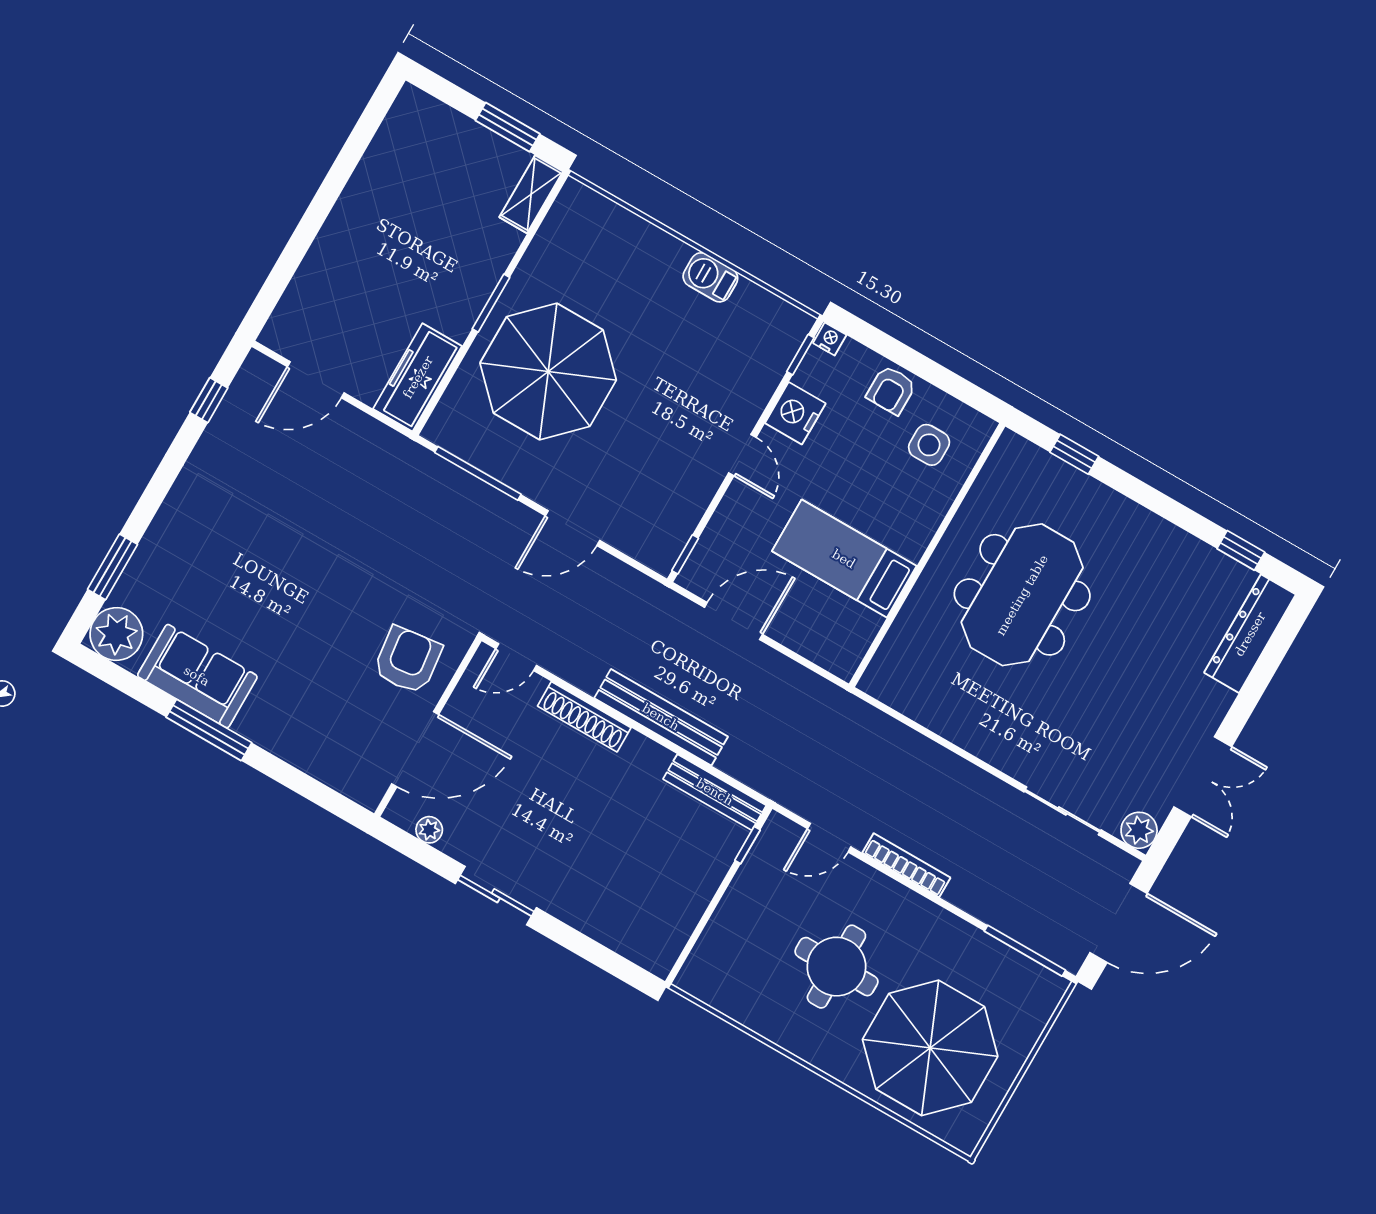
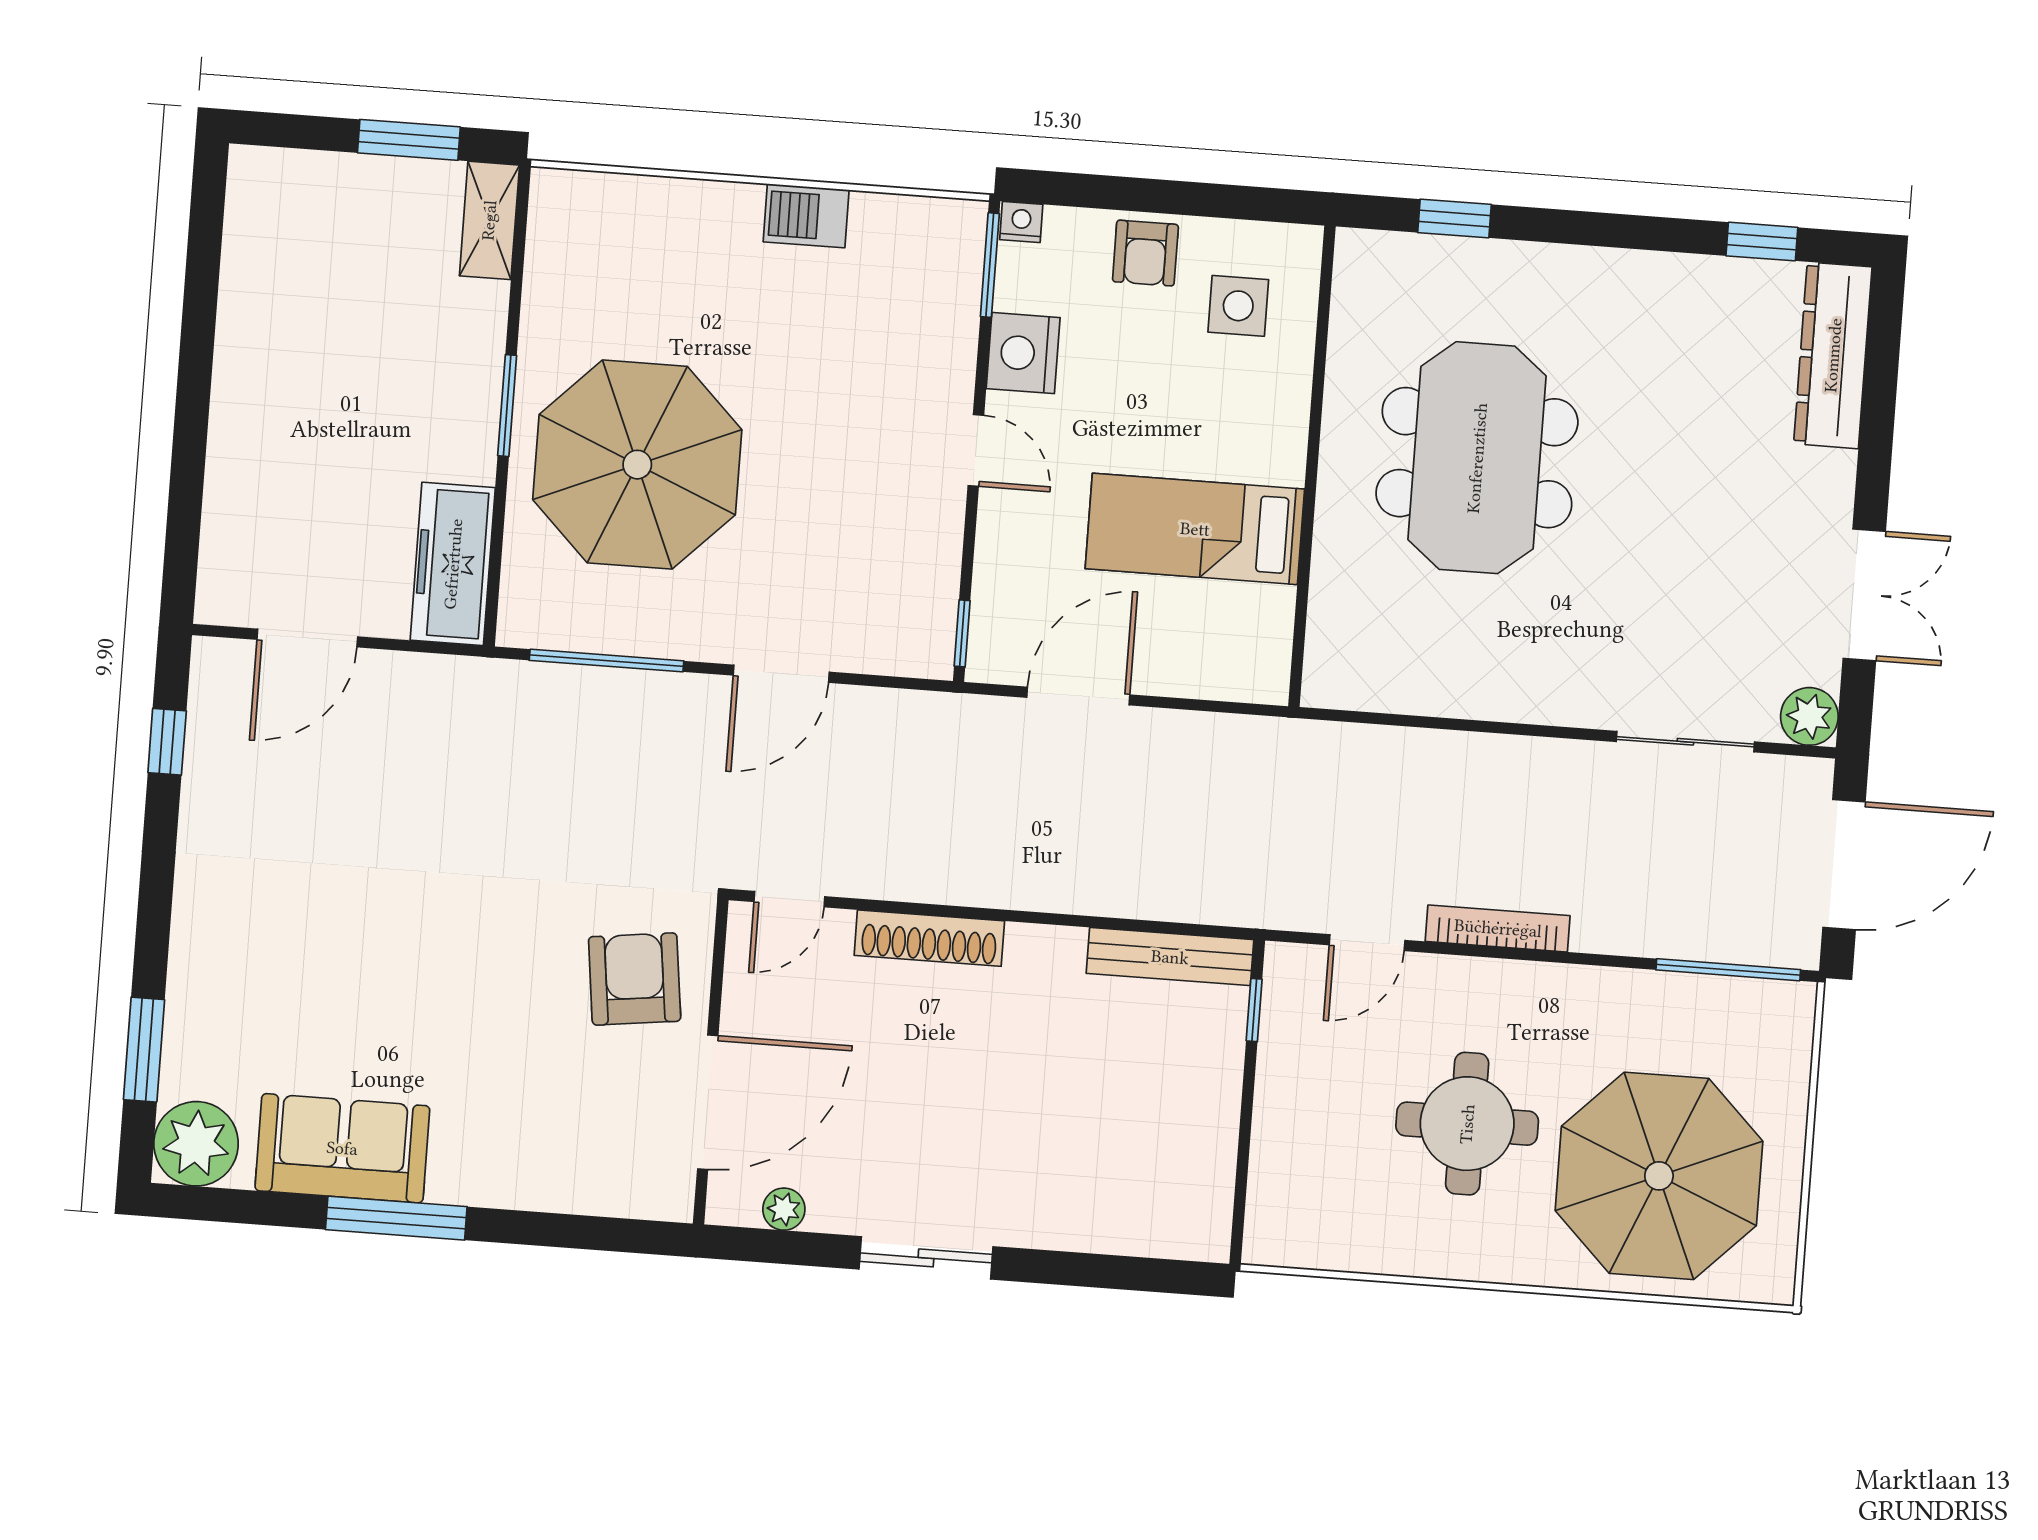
window: (800, 355) -> (990, 265), width x1.50
bench: (661, 717) -> (1041, 885), removed

